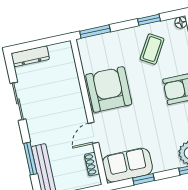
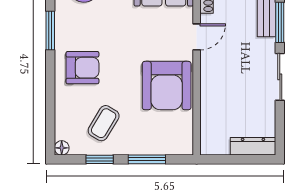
window: (95, 32) -> (147, 159), moved
sliding door: (18, 101) -> (280, 77), moved

